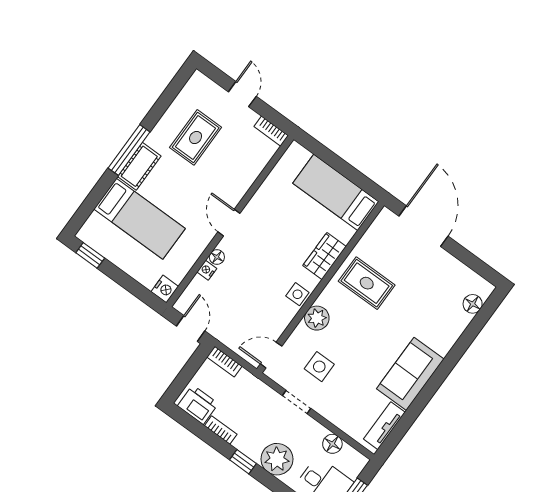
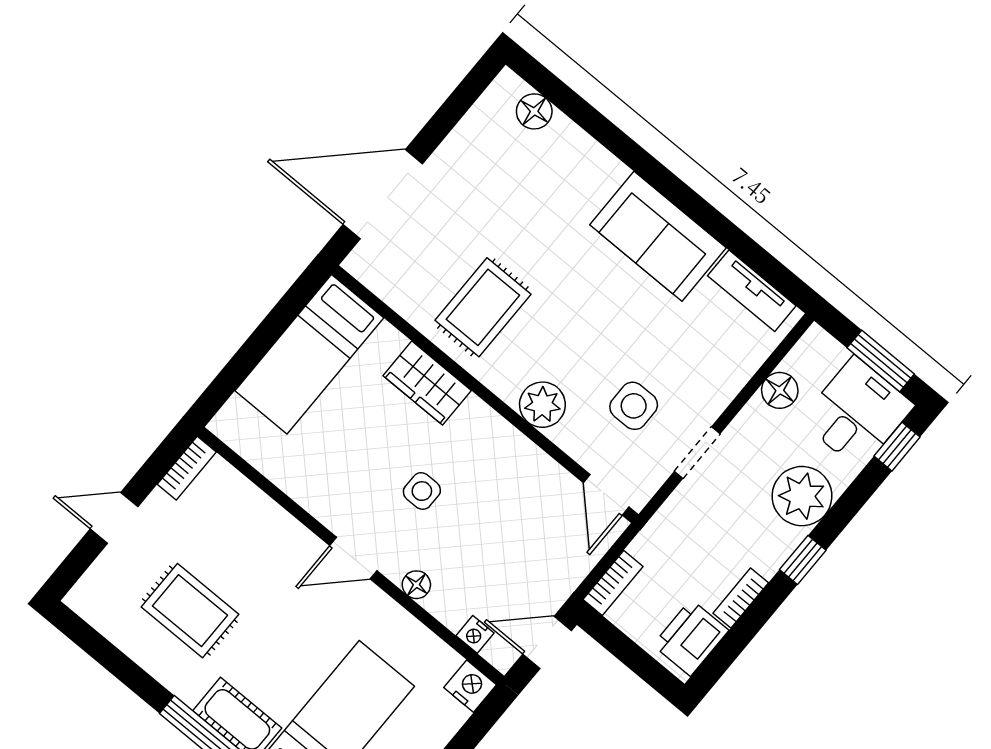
nightstand: (207, 270) -> (475, 634), moved
side table: (297, 294) -> (422, 491), moved

